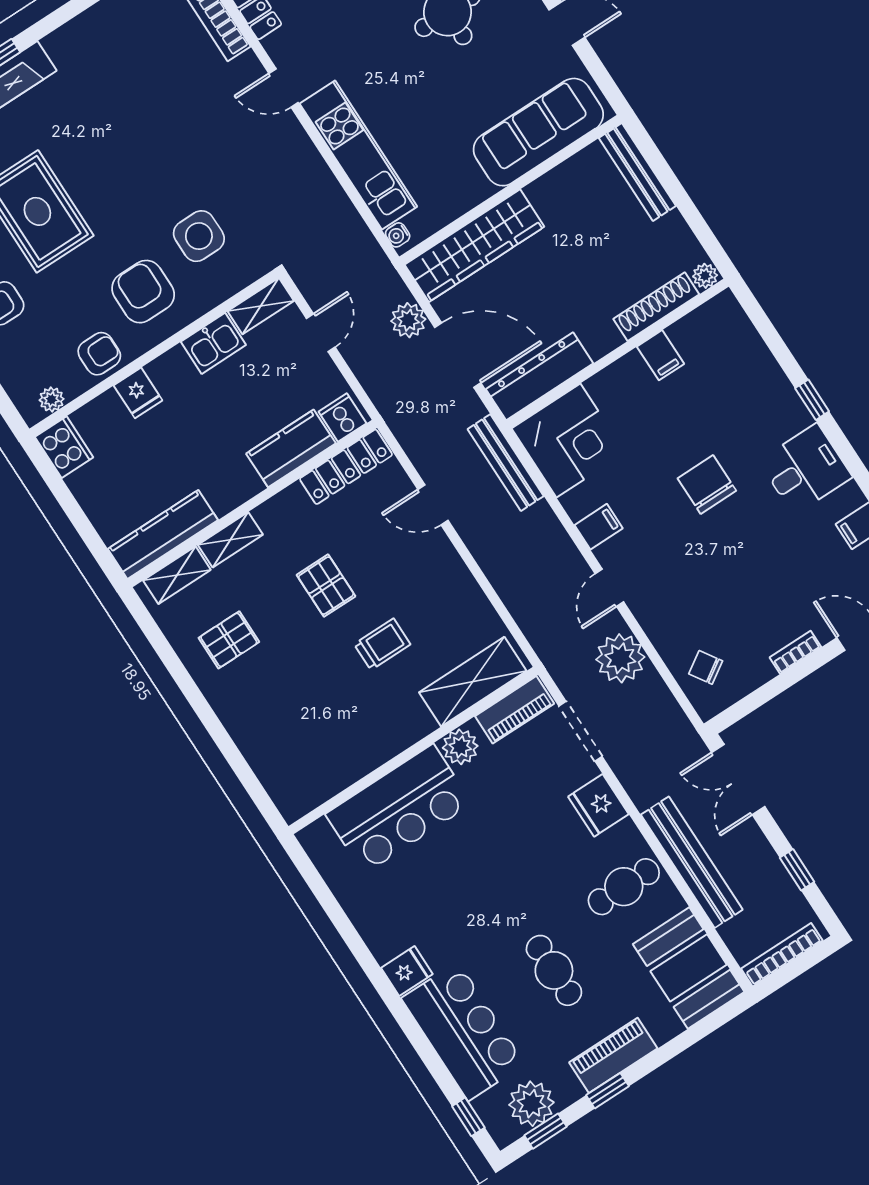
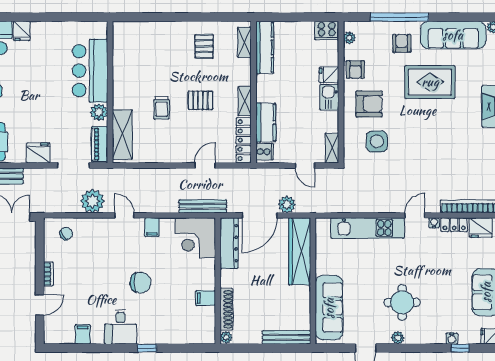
water cooler: (398, 235) -> (434, 223), moved
kitchen sink: (213, 343) -> (329, 97), moved
shelving: (230, 540) -> (245, 101), moved

